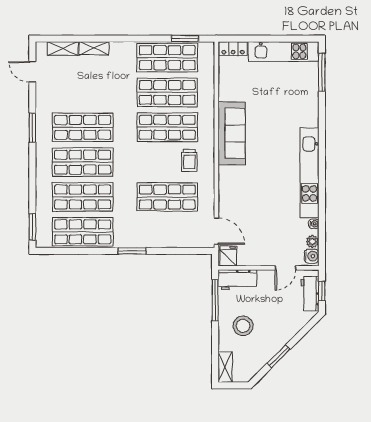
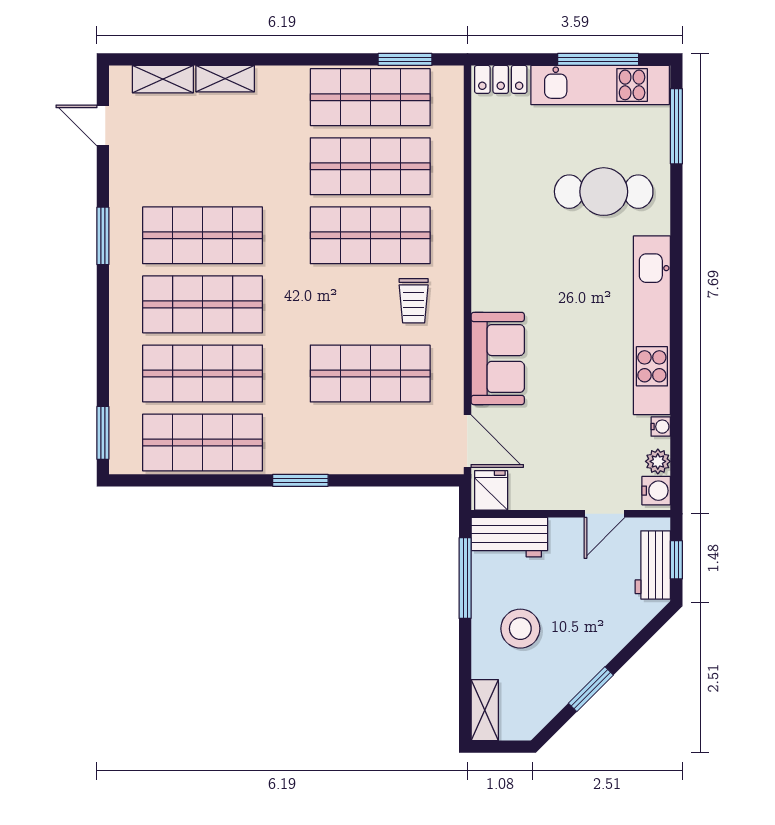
window: (282, 39) -> (598, 59), added
cafe table: (285, 105) -> (604, 192), added
sofa: (232, 133) -> (498, 358), moved, width x0.73

